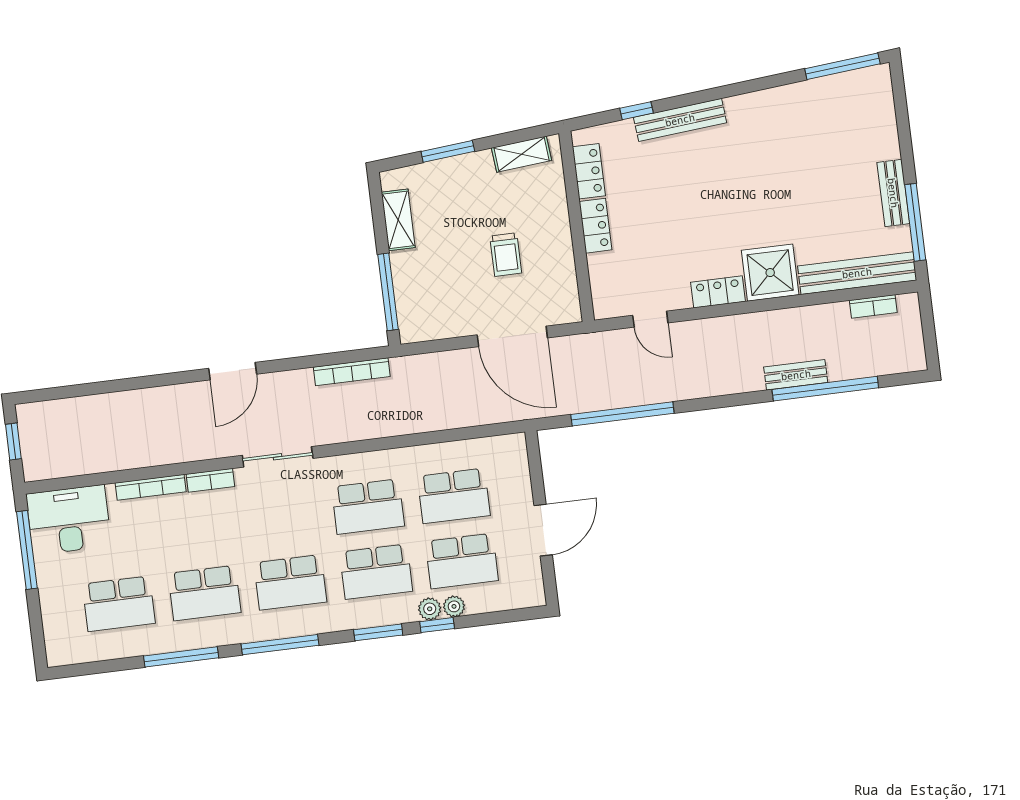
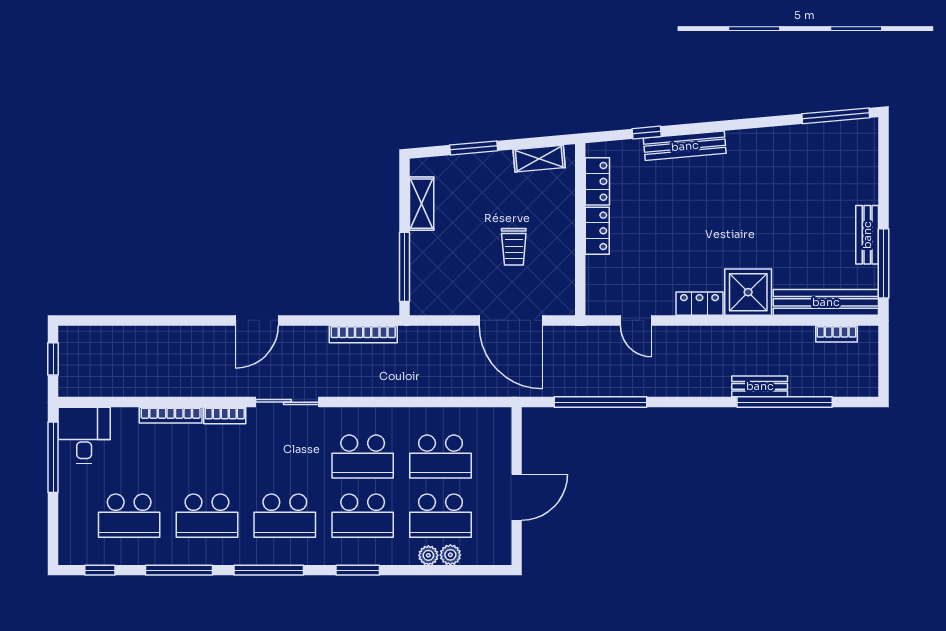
desk: (69, 520) -> (84, 435), width x0.73
plant: (430, 609) -> (450, 555), moved
window: (437, 625) -> (100, 570), moved

